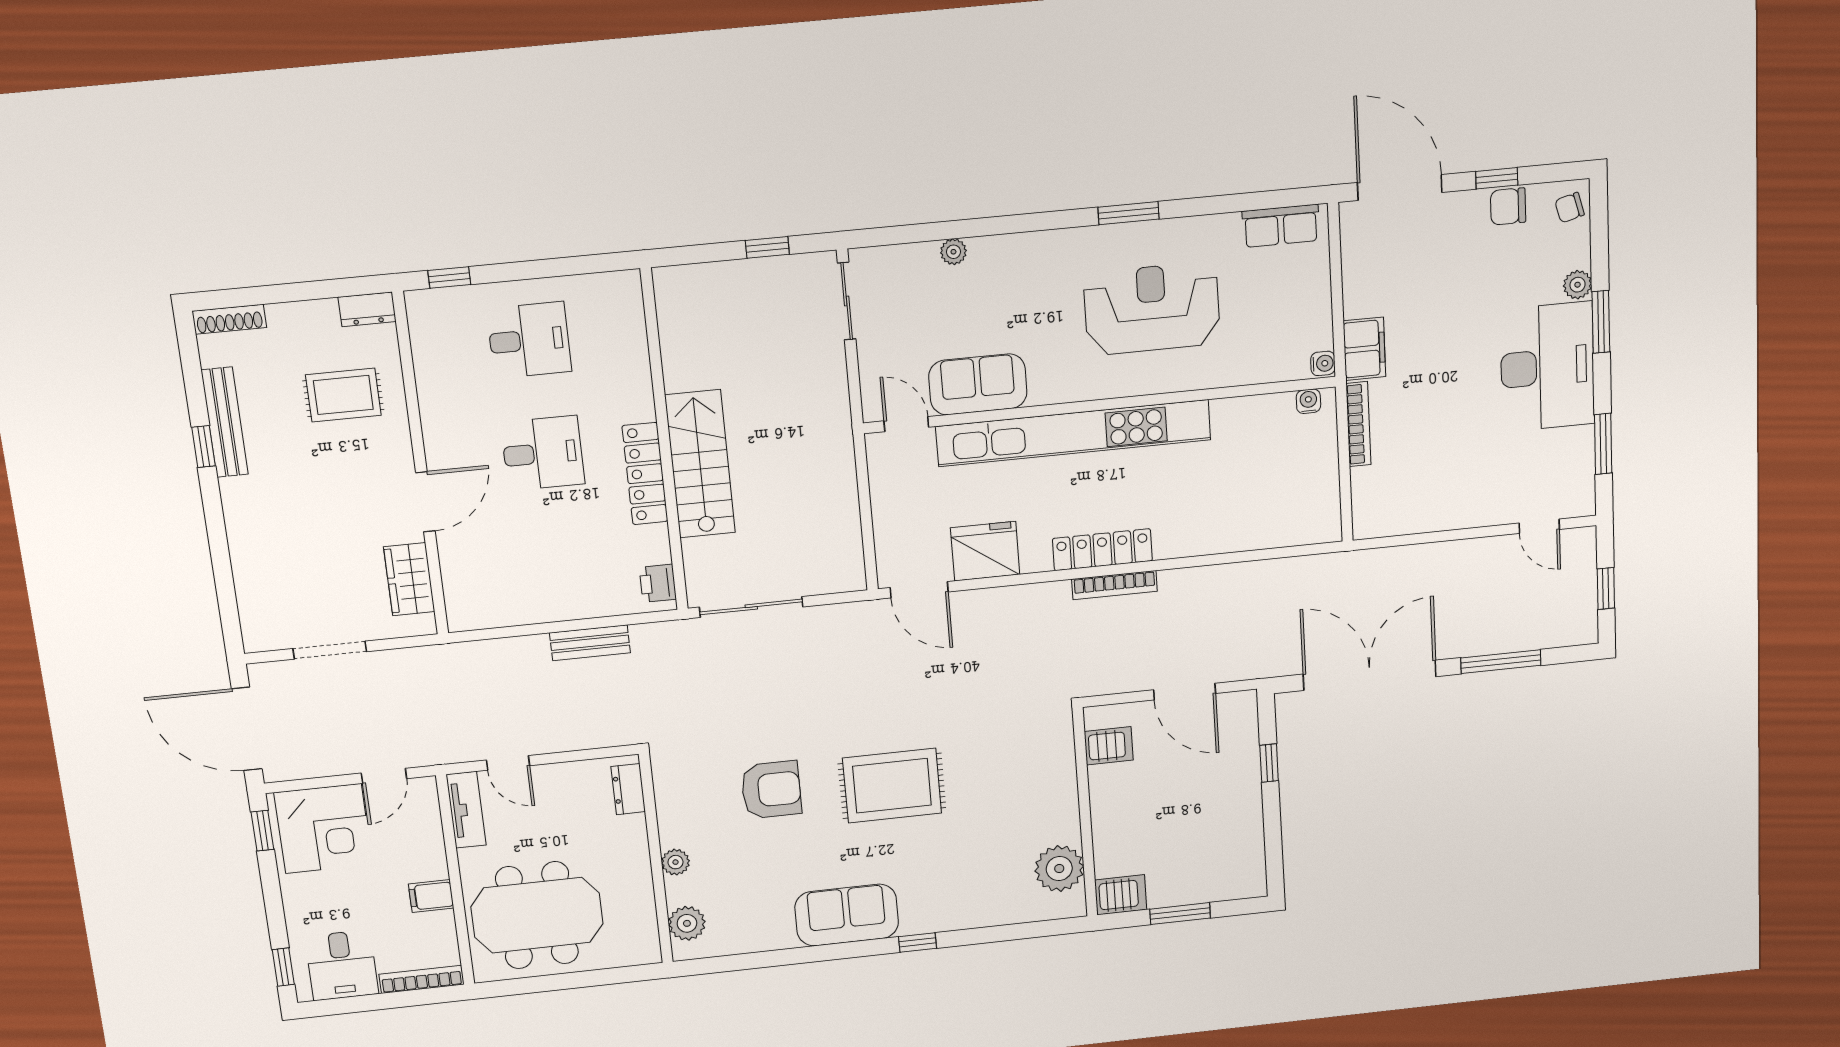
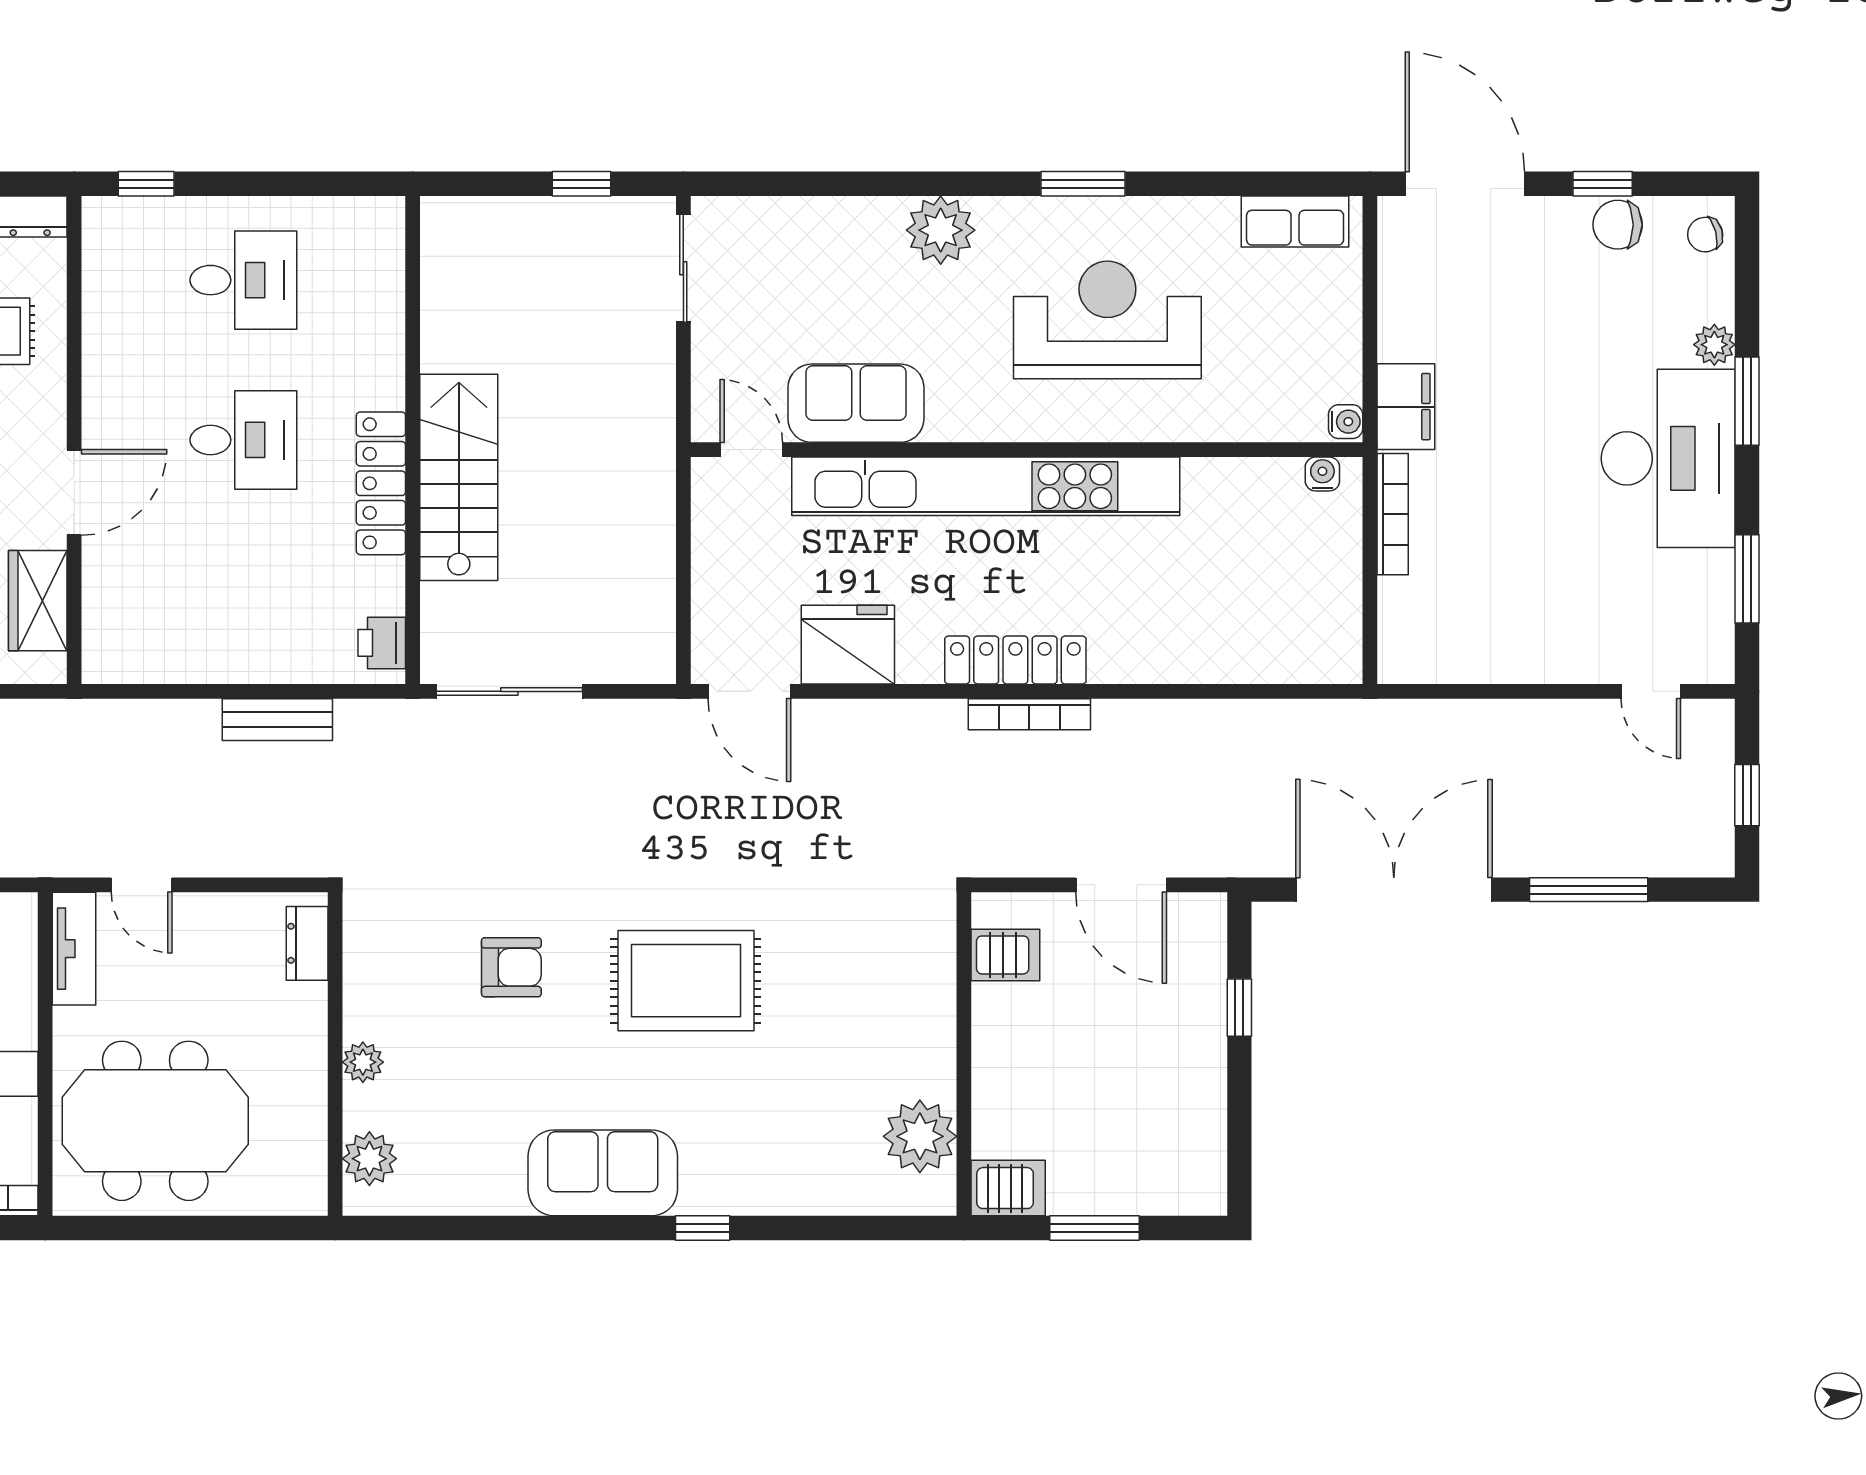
plant: (953, 252) -> (941, 230), moved, width x1.88, depth x1.88
armchair: (771, 790) -> (511, 967), width x0.72, depth x0.72

